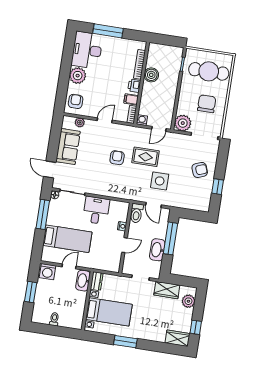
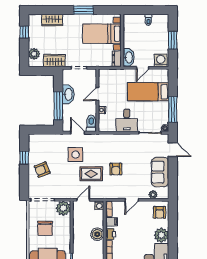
boiler: (151, 75) -> (97, 234), moved
wardrobe: (177, 338) -> (52, 20), moved

